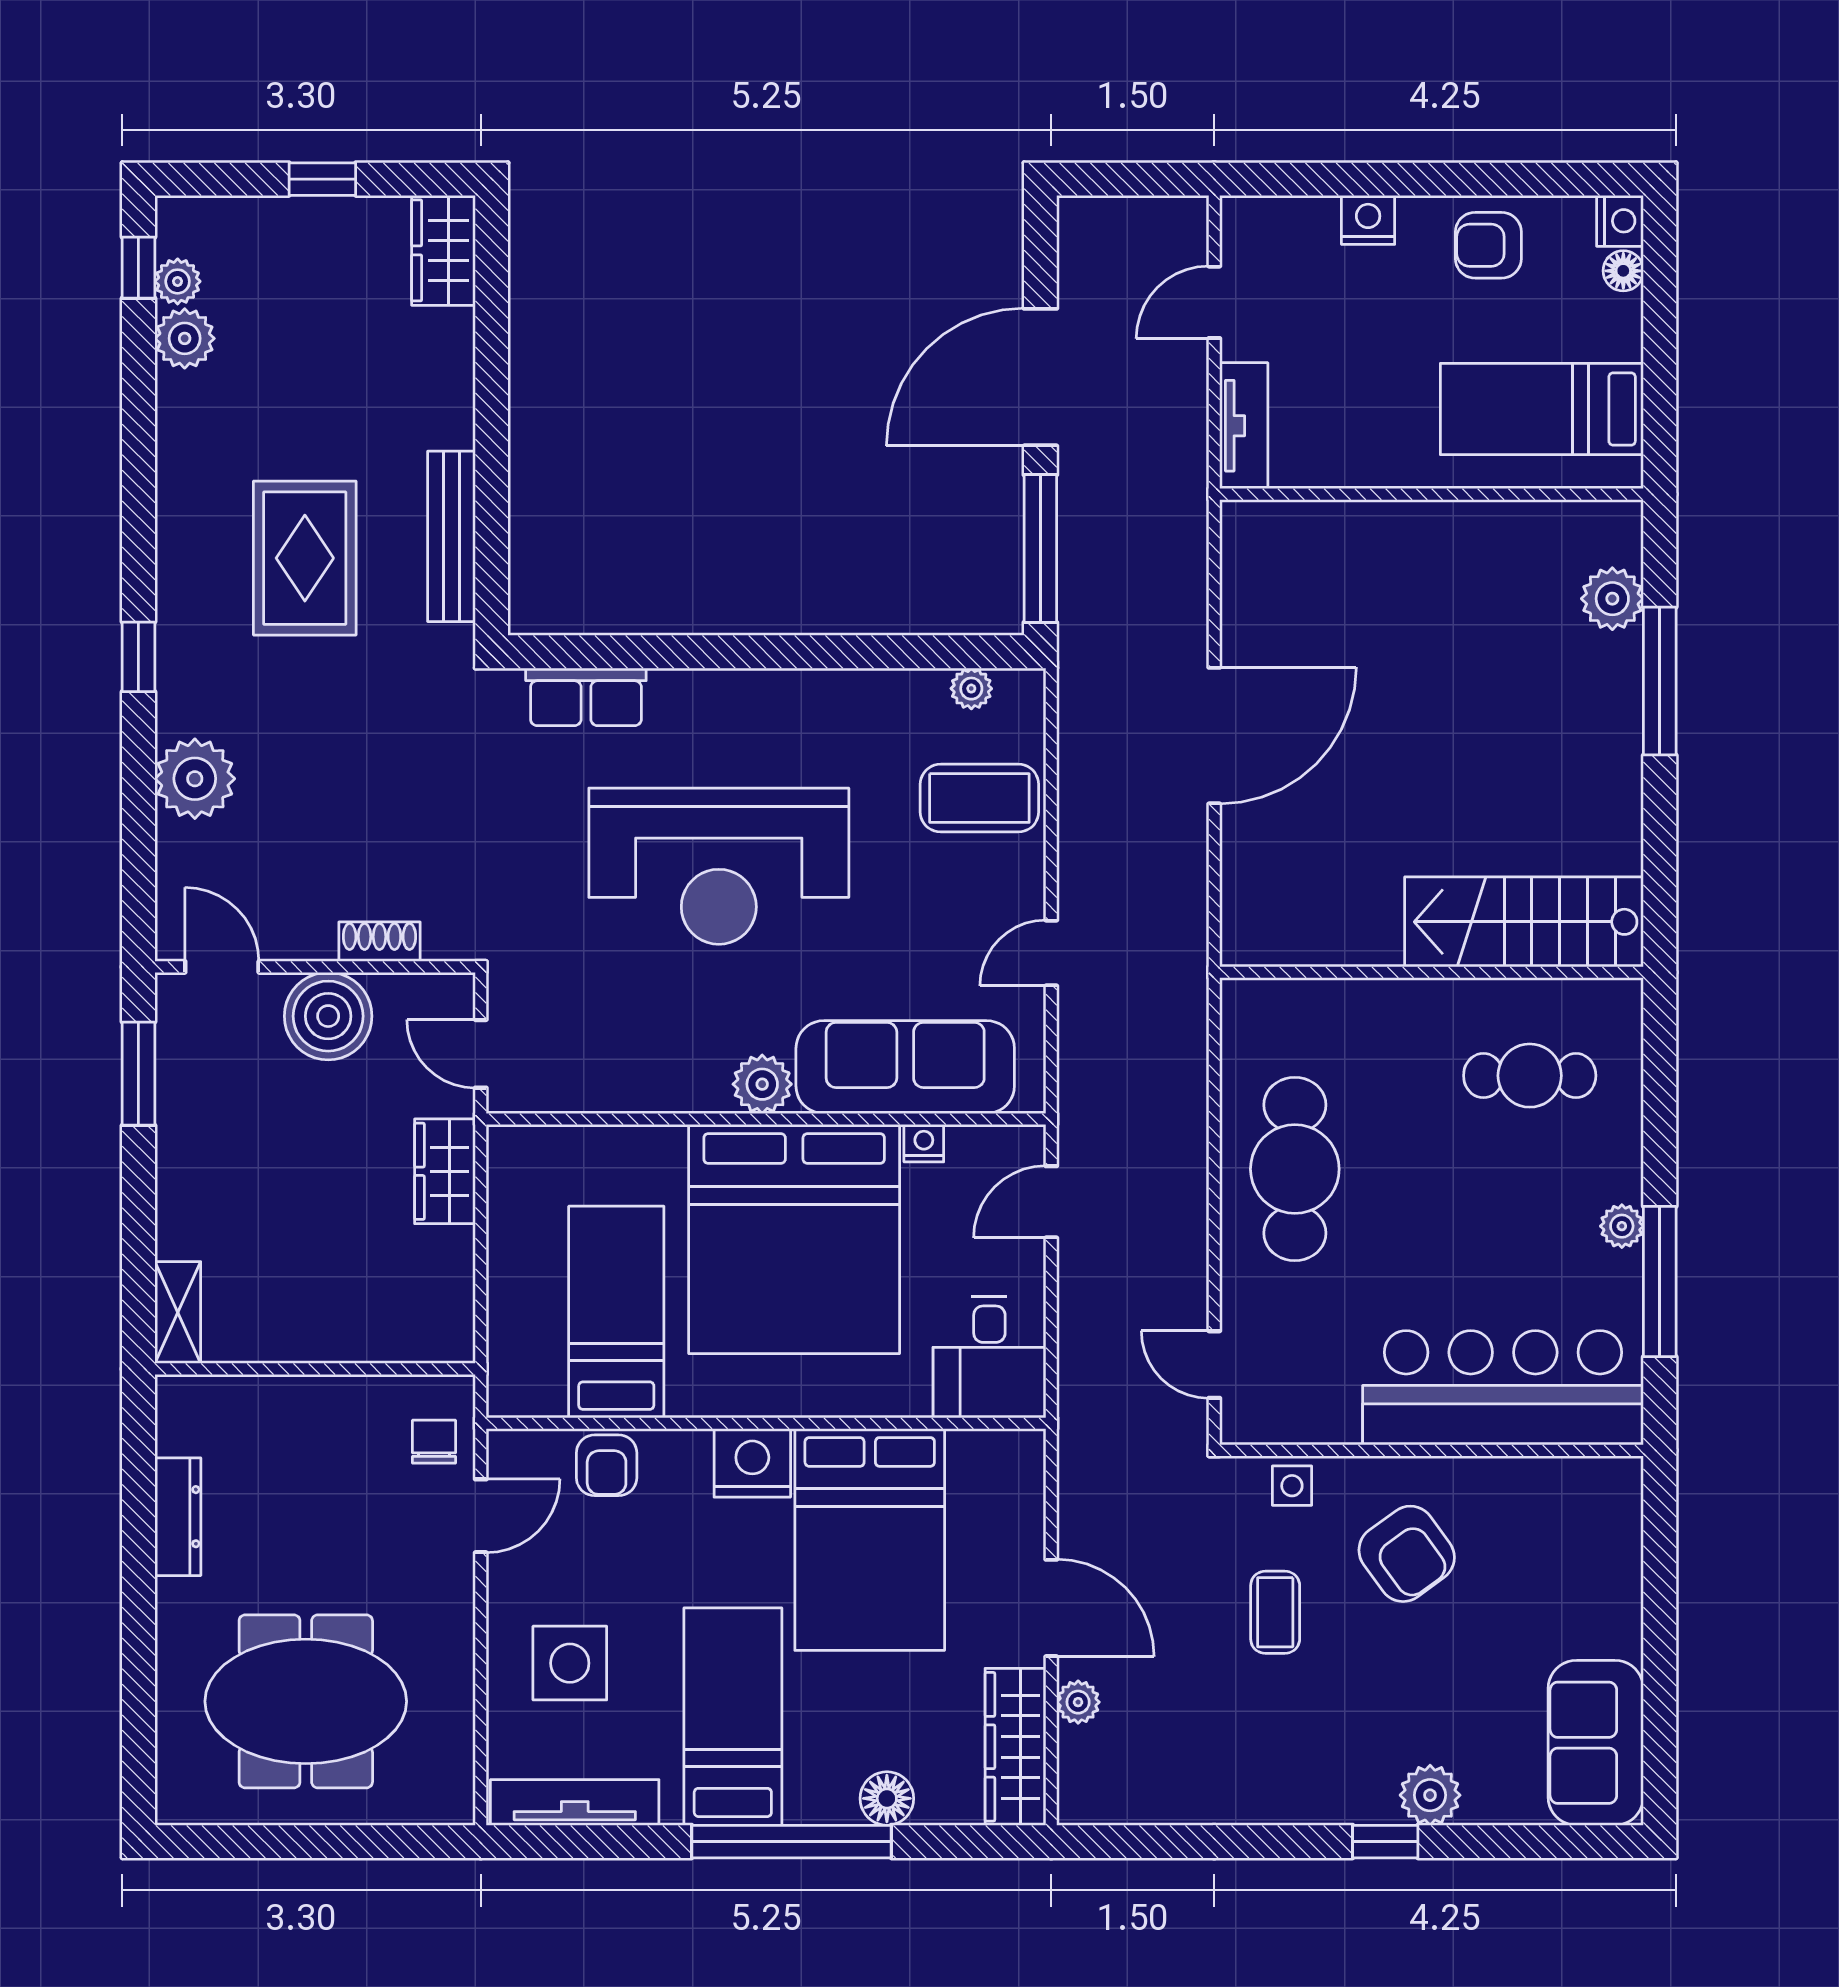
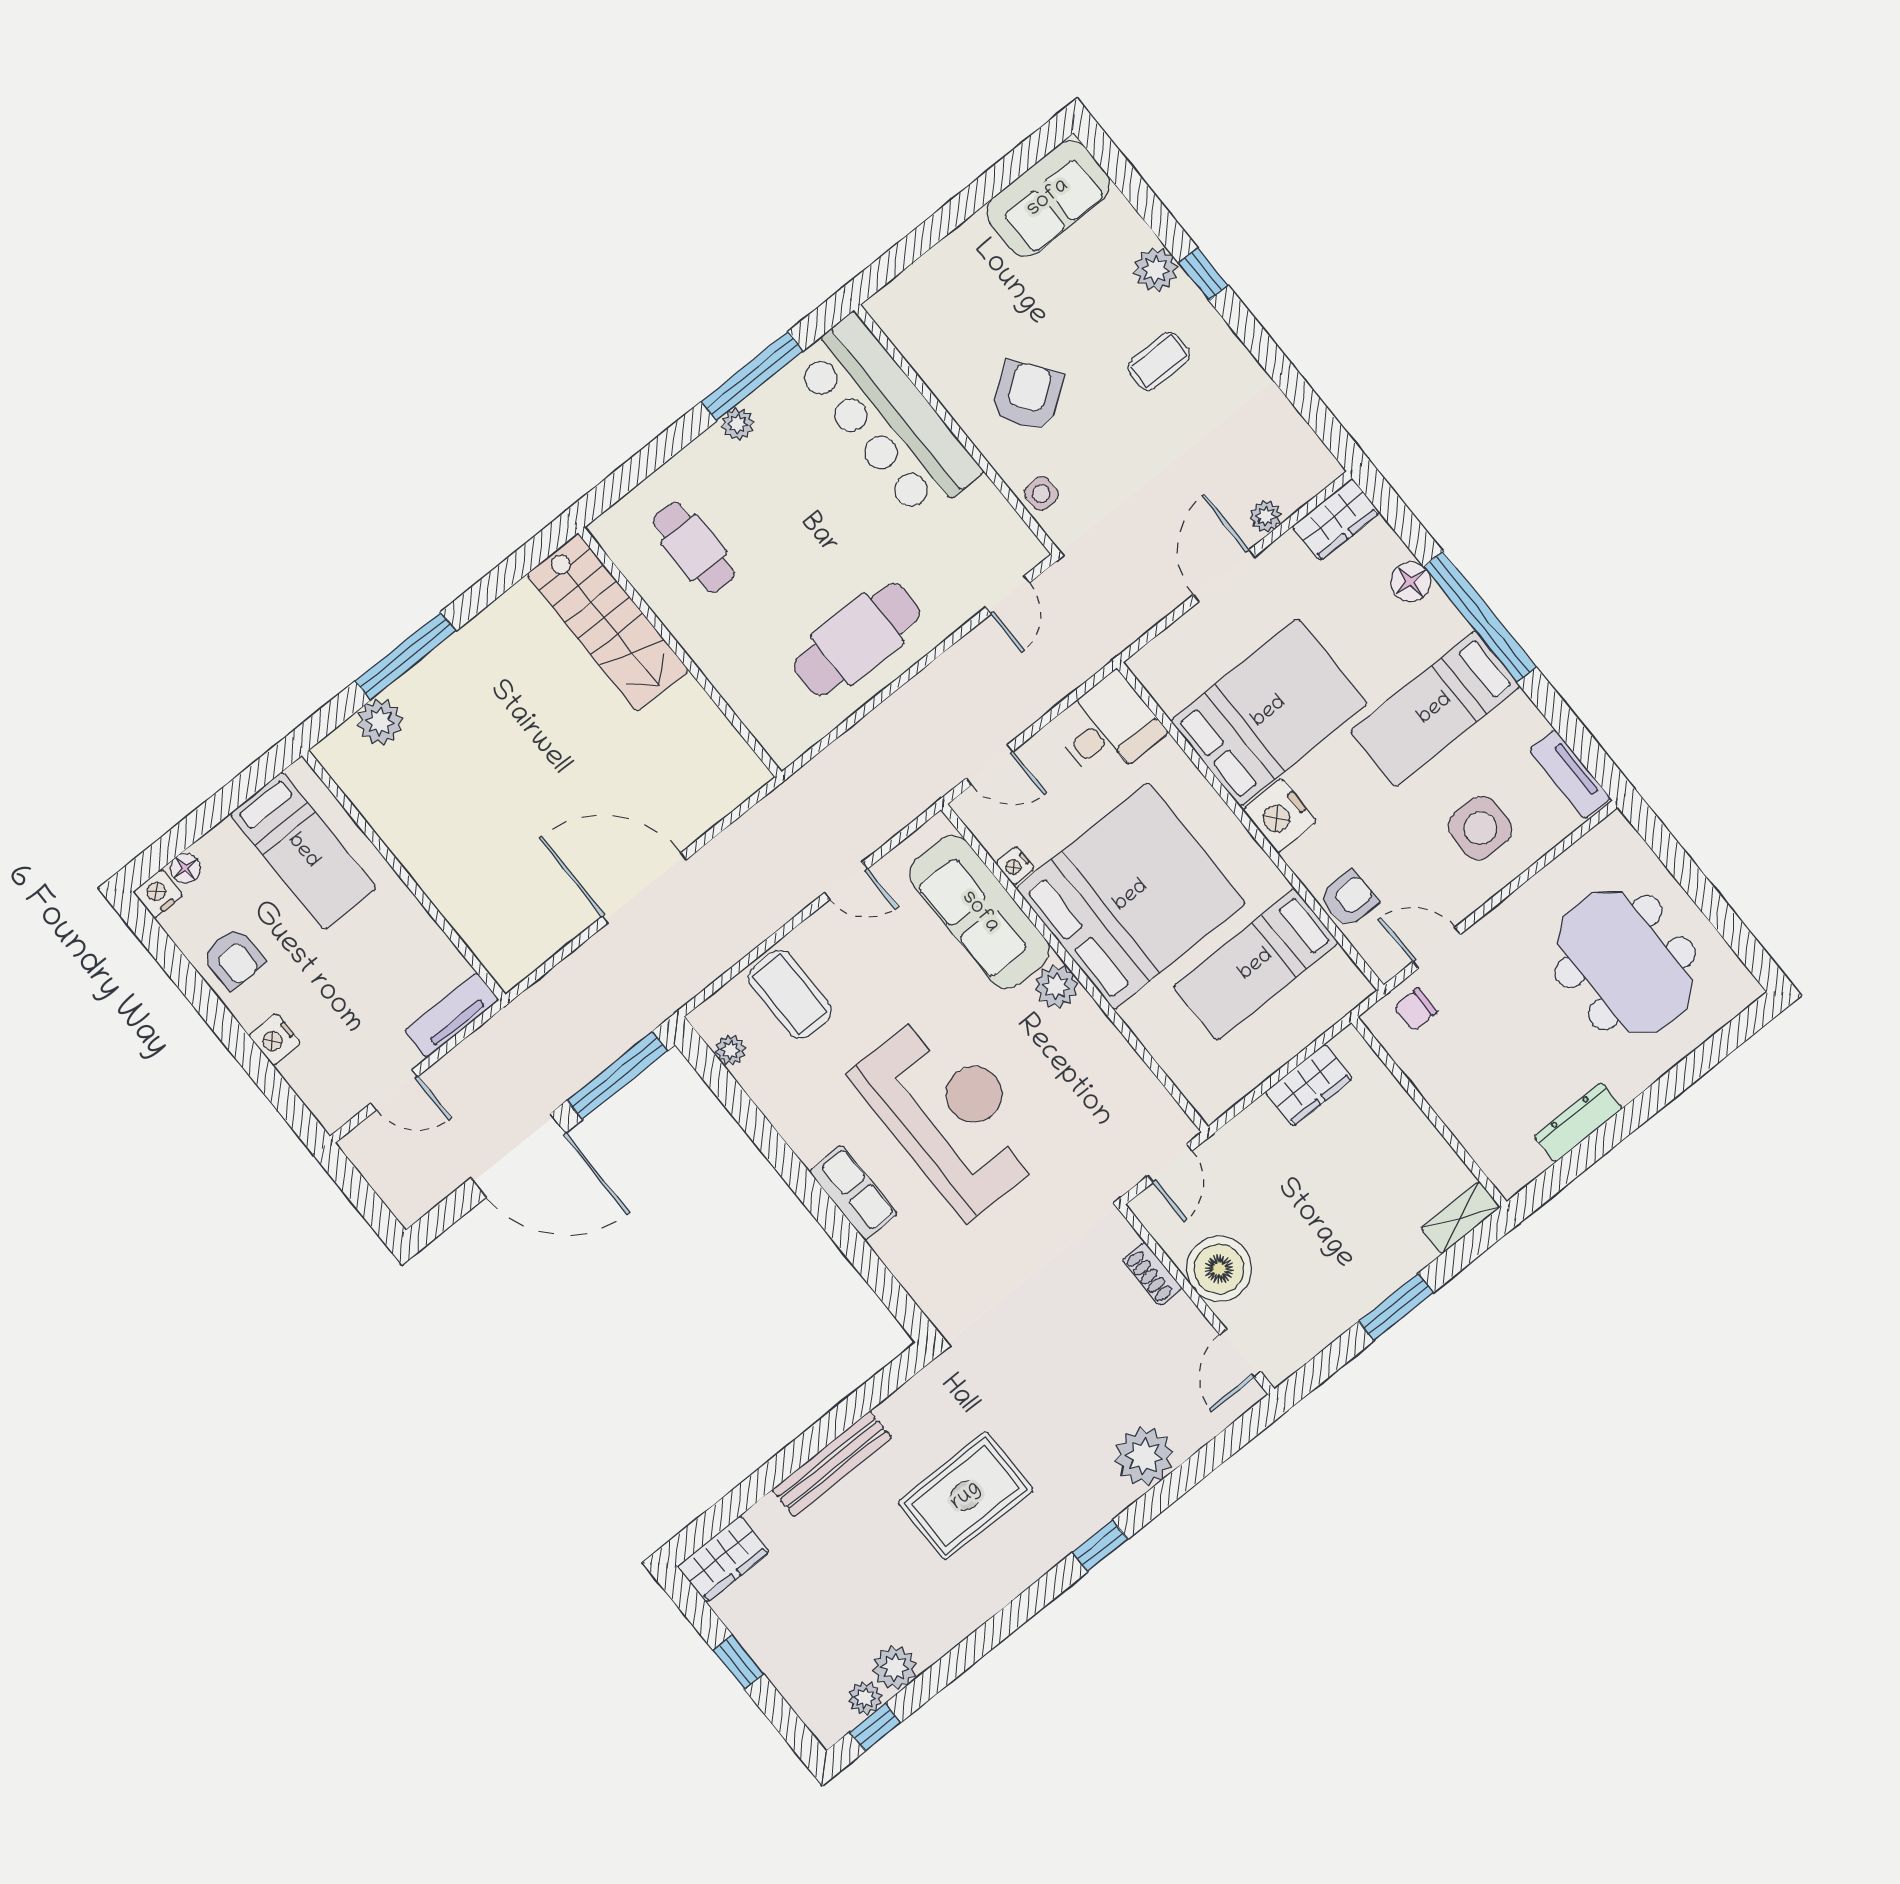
bench: (451, 536) -> (832, 1464), moved
row of seats: (586, 697) -> (853, 1193), moved
window: (138, 1074) -> (1396, 1307), moved
wardrobe: (445, 1171) -> (1309, 1085), moved
coffee table: (1275, 1612) -> (1159, 361), moved
wardrobe: (1015, 1747) -> (1336, 519), width x0.67
tv unit: (575, 1802) -> (1570, 774), width x0.71

